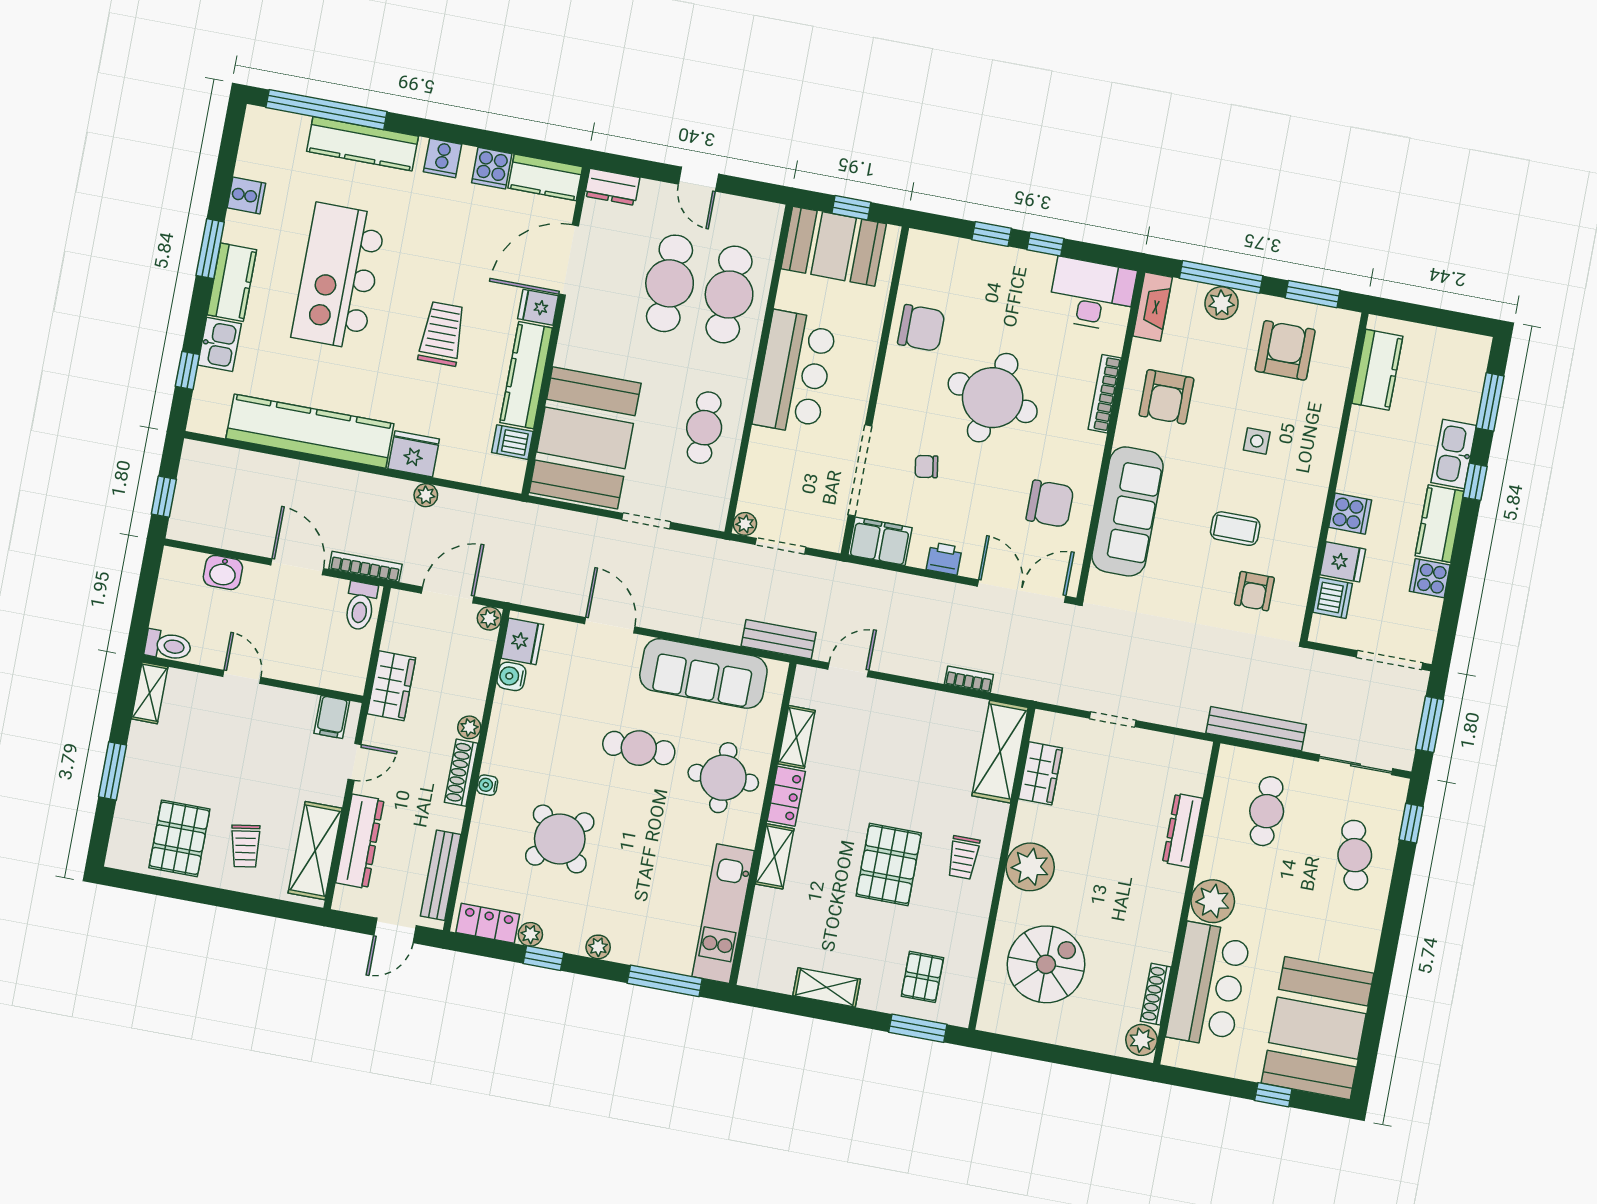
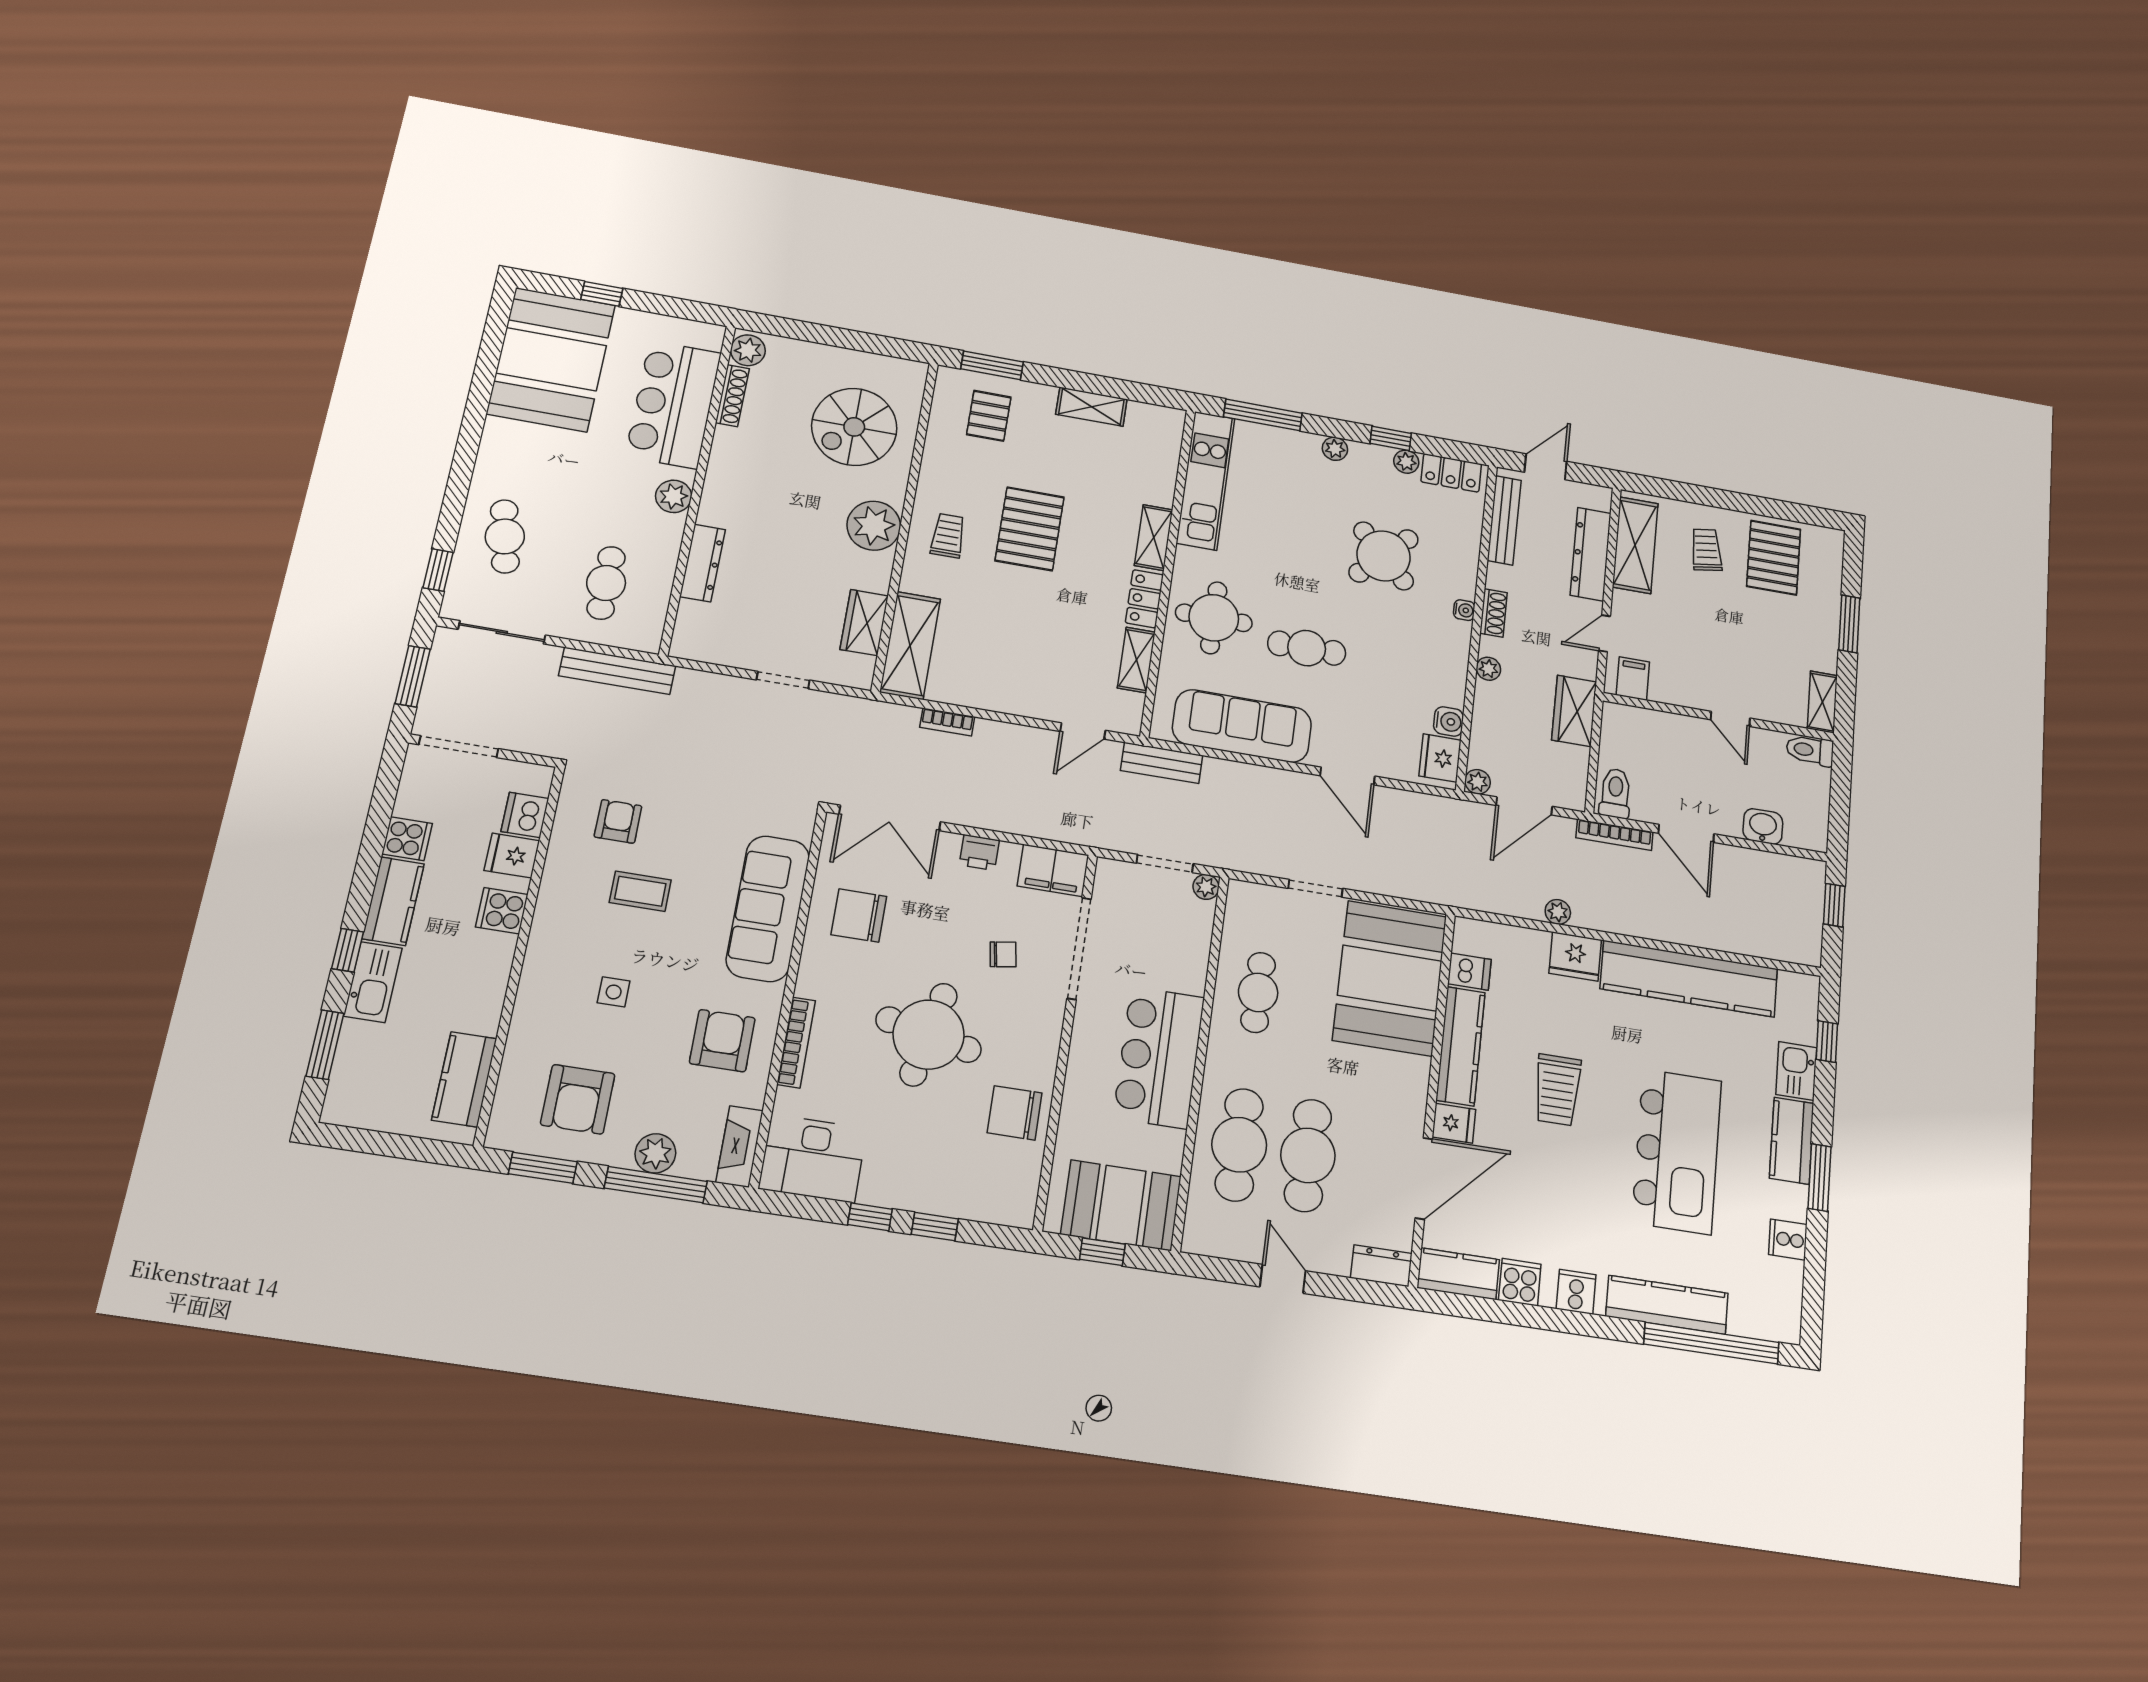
shoe rack: (461, 773) -> (1494, 613), width x0.70
plant: (1213, 901) -> (674, 496), width x0.73, depth x0.73

